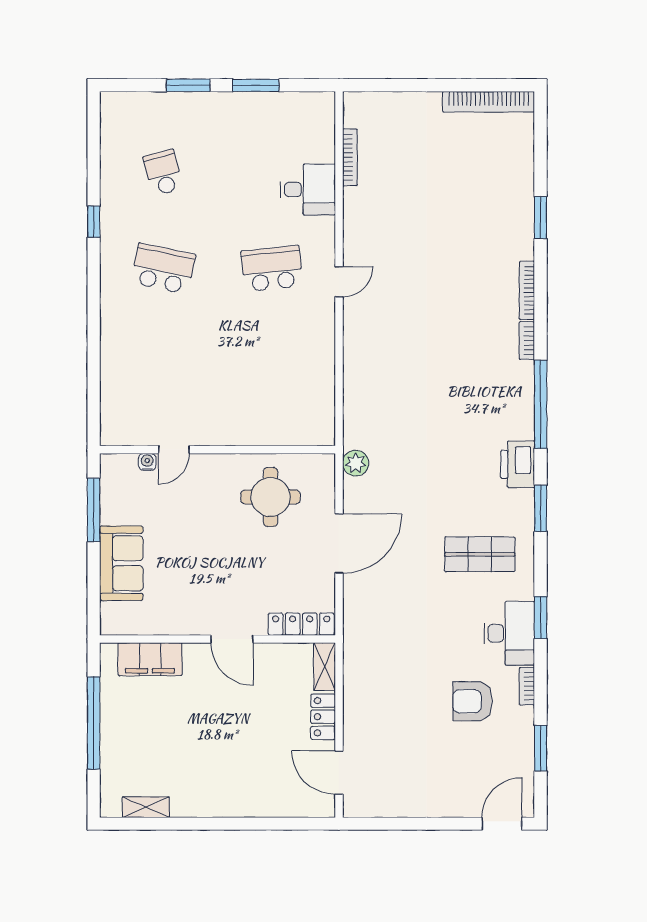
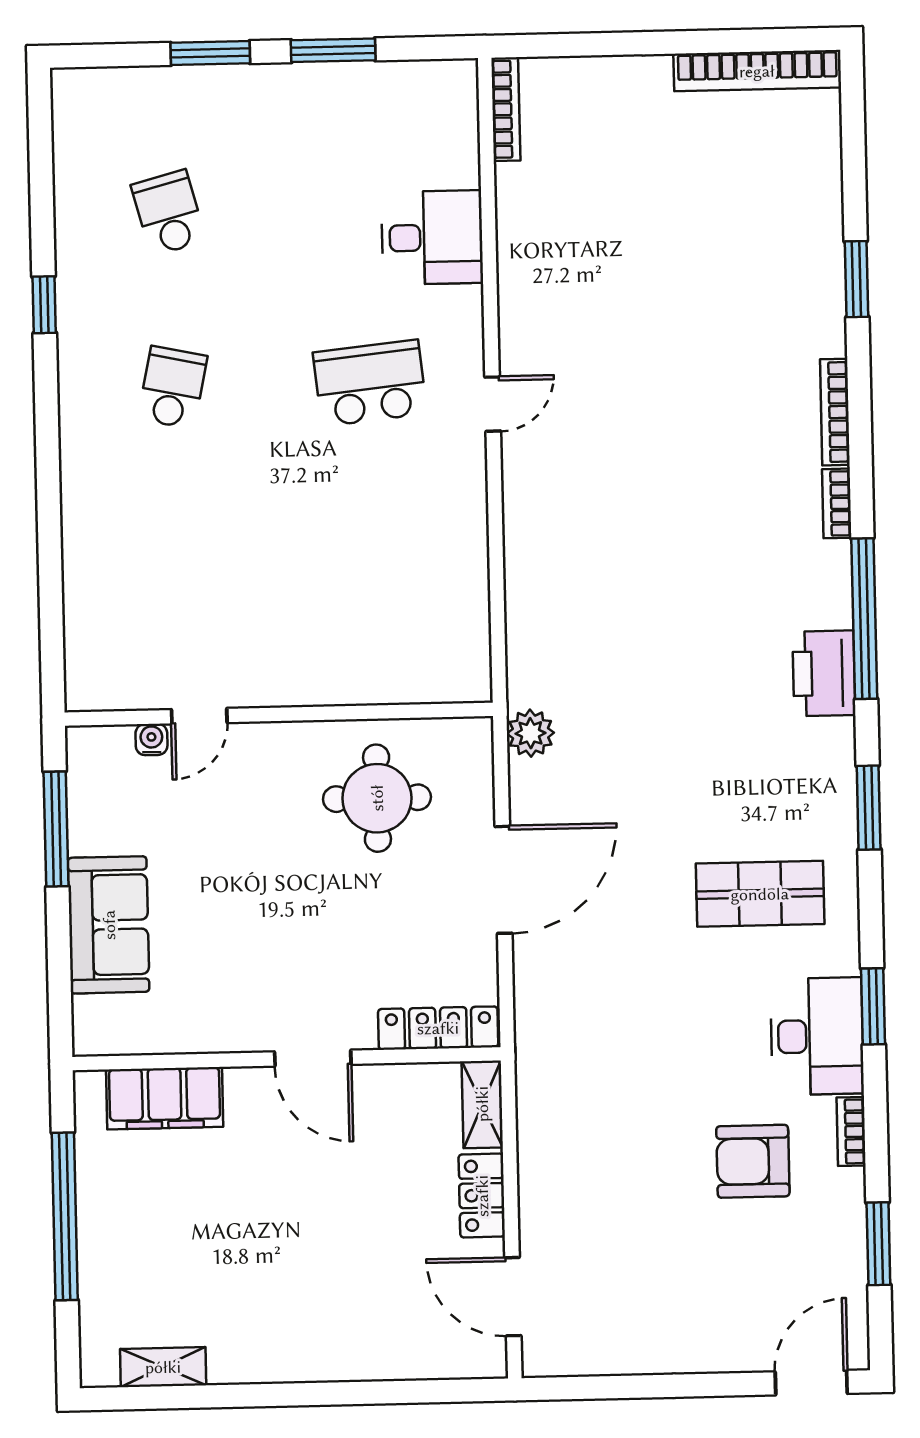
bookcase: (350, 157) -> (506, 109), moved
school desk: (163, 269) -> (173, 387), width x0.54
printer: (518, 464) -> (824, 673), moved

